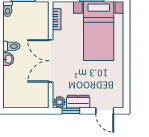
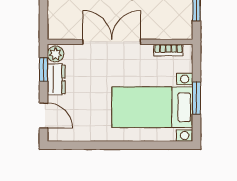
door: (105, 111) -> (44, 115), swing flipped

